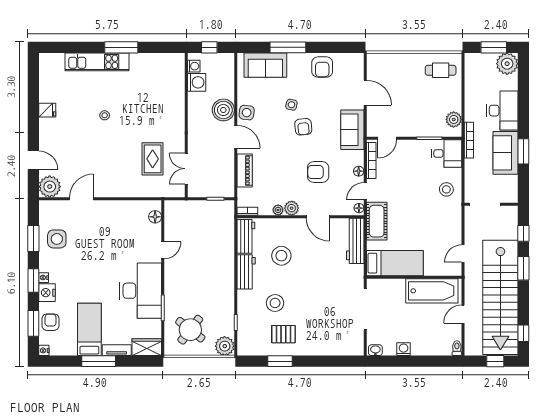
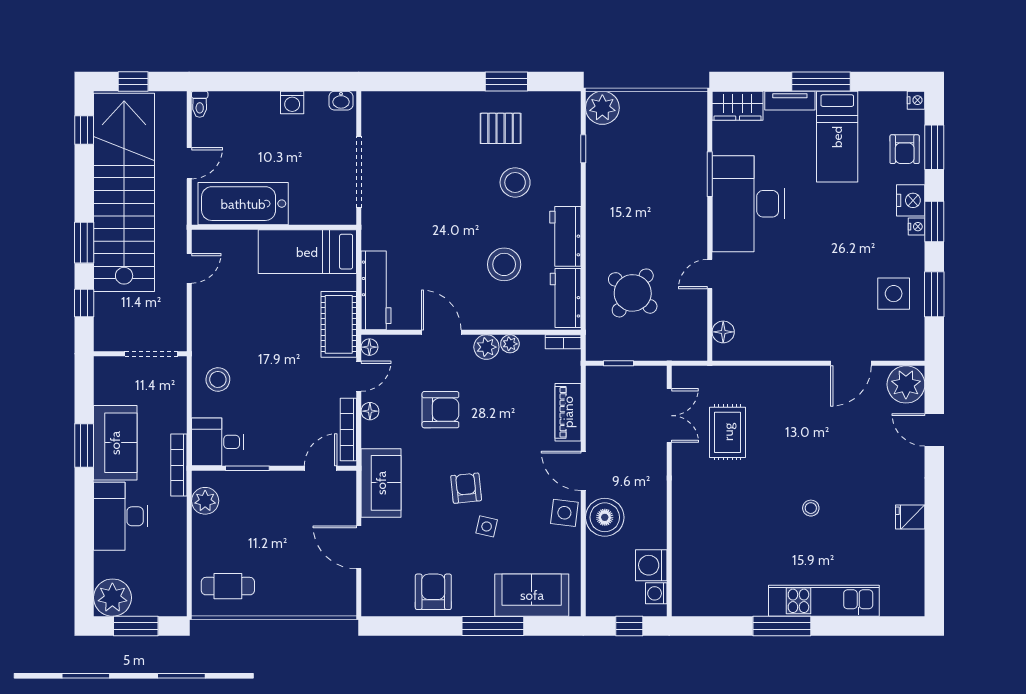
round table: (190, 330) -> (633, 293), moved

